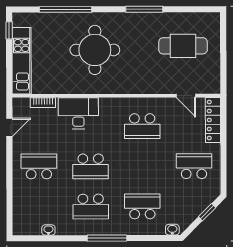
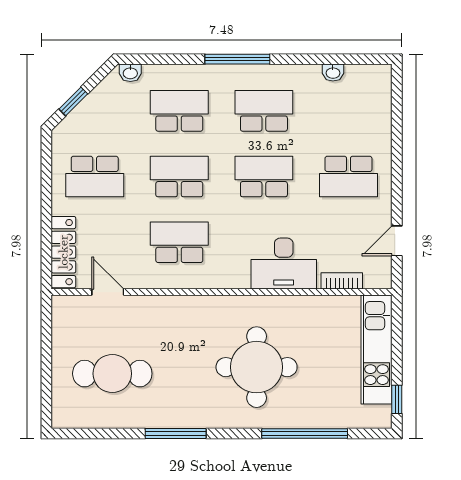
school desk: (142, 166) -> (179, 177), added
school desk: (142, 206) -> (179, 111), turned 180

